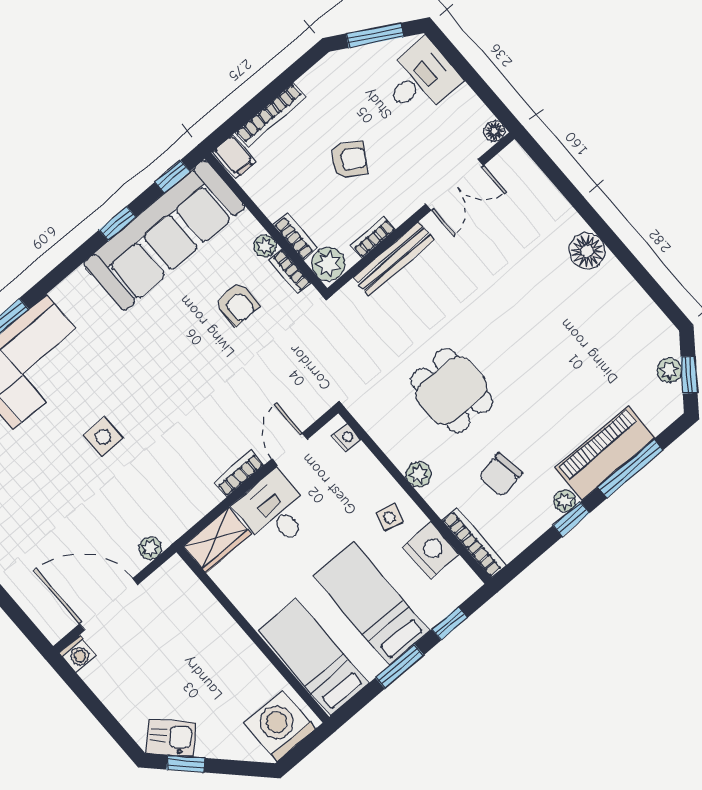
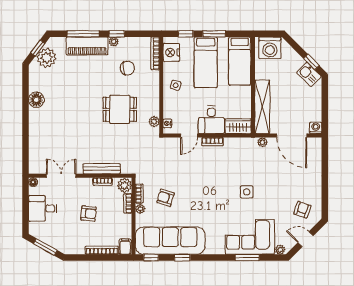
desk: (420, 79) -> (43, 208), moved
armchair: (349, 160) -> (89, 214), turned 153
floor lamp: (587, 251) -> (36, 100), moved
armchair: (237, 304) -> (166, 198), turned -73
plant: (669, 370) -> (47, 58), width x1.87, depth x1.87
dining table: (452, 391) -> (120, 109), turned 90
plant: (419, 474) -> (154, 122), moved
nightstand: (431, 550) -> (171, 52), moved
shelving: (204, 611) -> (262, 107), added

